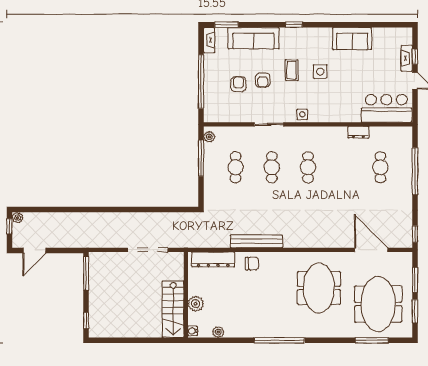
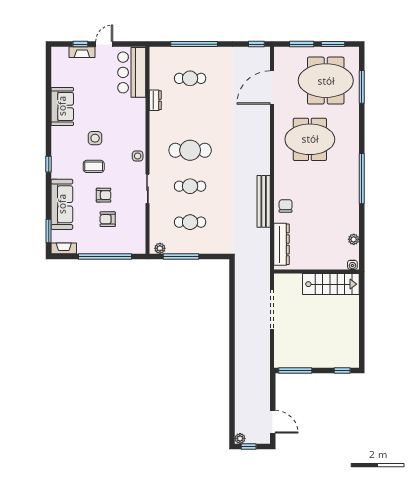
cafe table: (308, 167) -> (190, 150), width x1.37, depth x1.35
plant: (196, 304) -> (325, 262), removed

